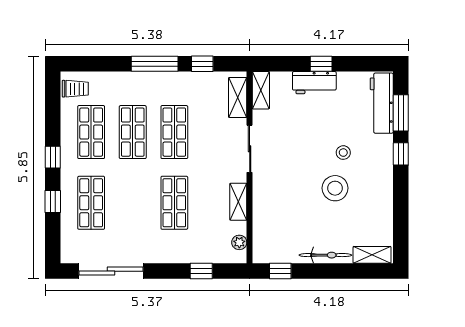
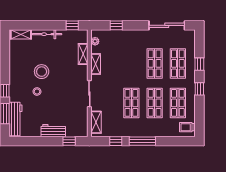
window: (321, 64) -> (69, 141), moved
shelving: (261, 90) -> (83, 54), moved
shop shelf: (174, 203) -> (155, 63), moved

